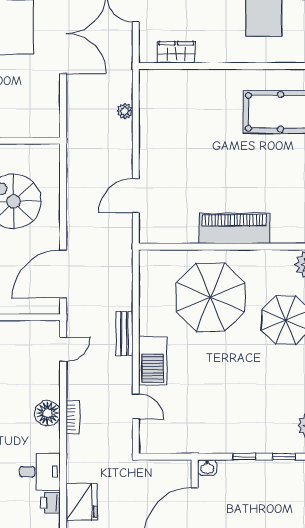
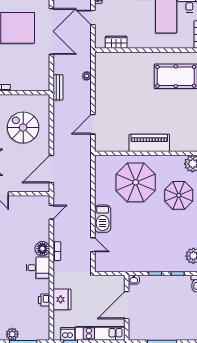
bench: (124, 333) -> (58, 87), moved
desk: (40, 472) -> (38, 268), moved

